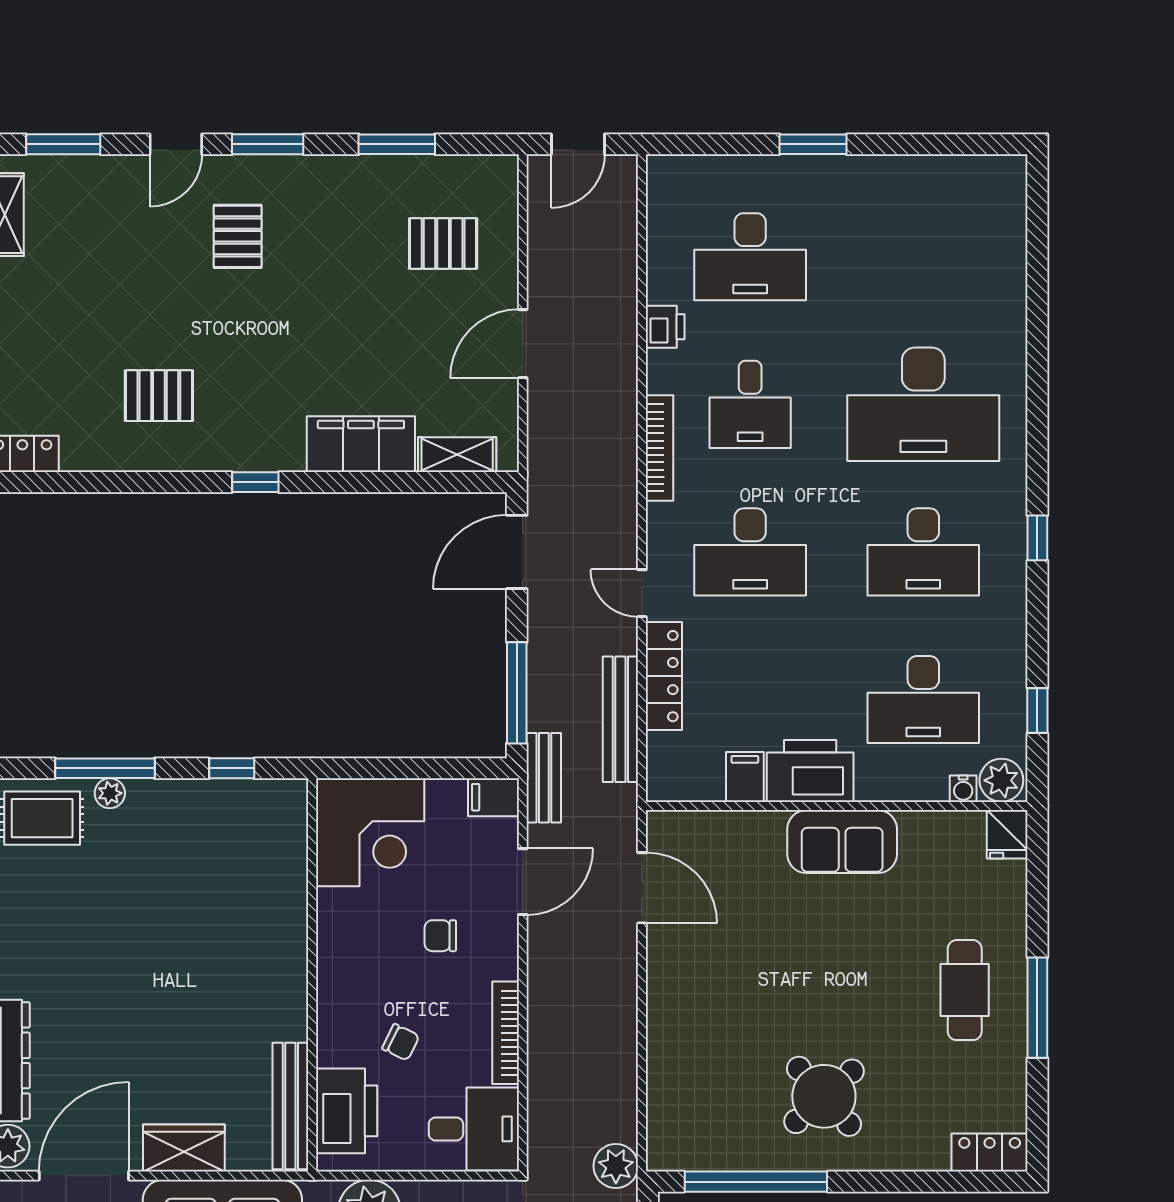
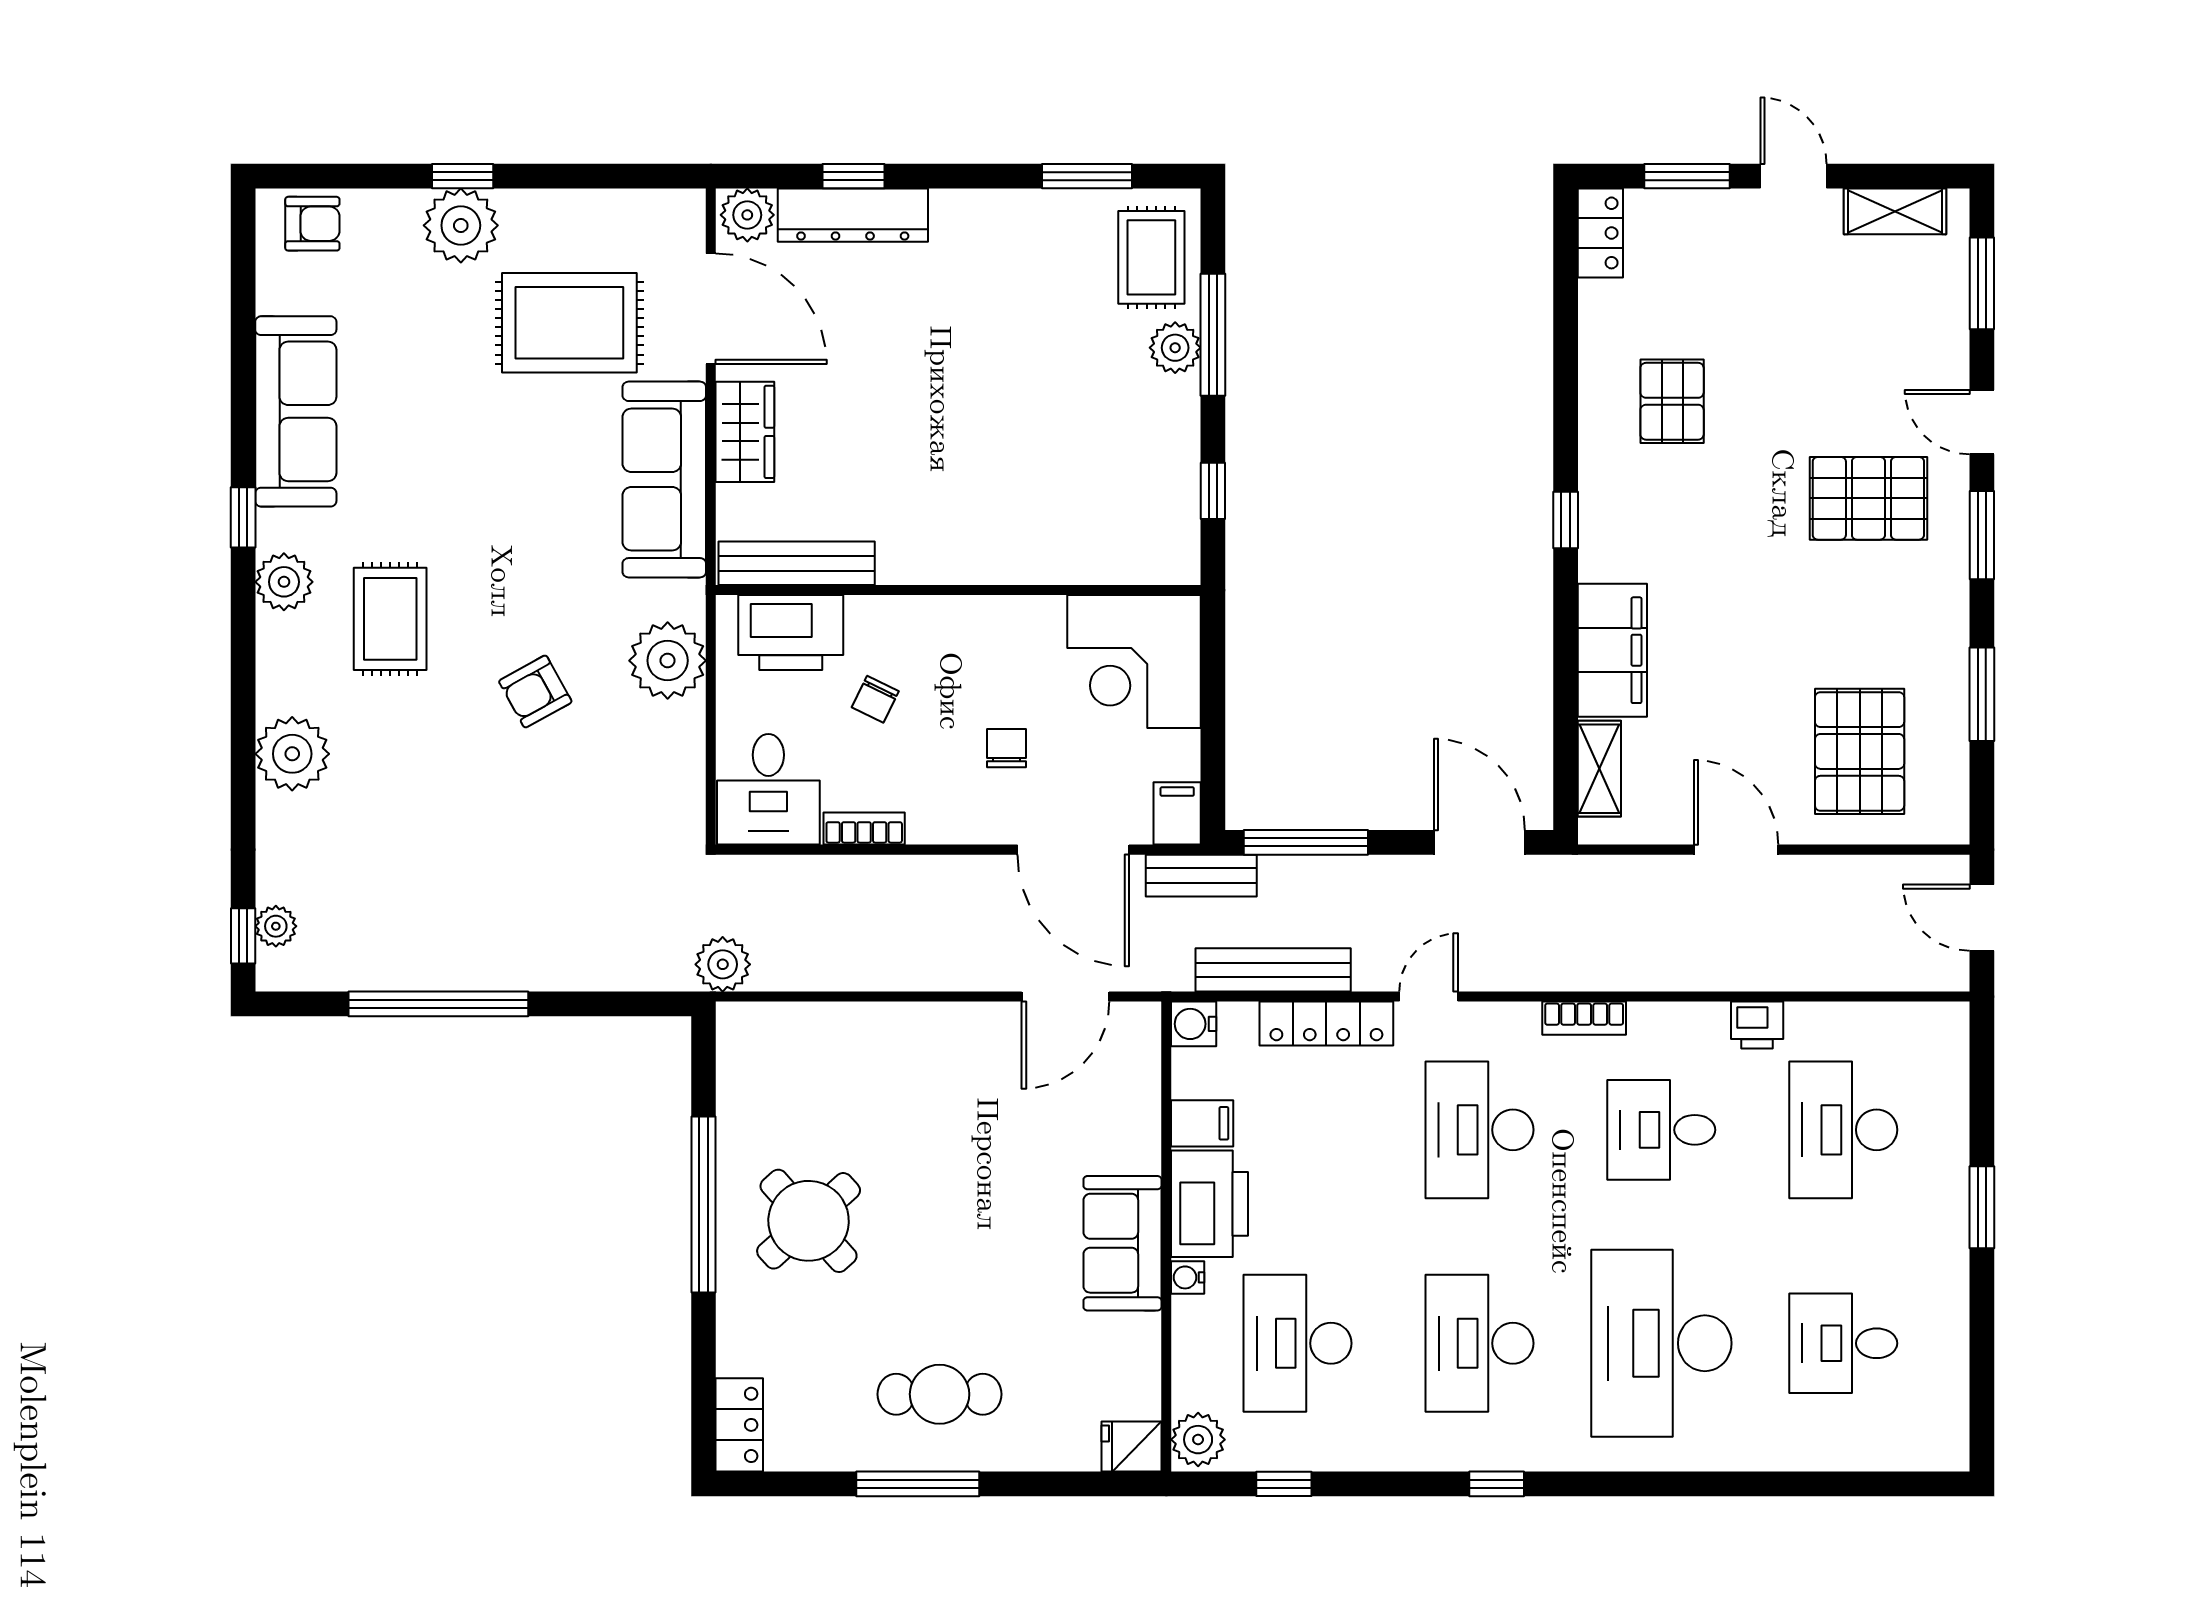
pallet: (238, 236) -> (1868, 498), width x1.50, depth x1.42
pallet: (443, 243) -> (1860, 751), width x1.50, depth x1.42
desk: (923, 257) -> (1843, 1343), added
bookcase: (659, 448) -> (1584, 1018), width x0.64
water cooler: (664, 784) -> (1194, 1024), added
water cooler: (963, 789) -> (1188, 1277), moved
plant: (110, 793) -> (1175, 348), width x1.38, depth x1.38
door: (523, 882) -> (1073, 850), width x1.36
bookcase: (506, 1033) -> (864, 829), width x0.64
window: (756, 1182) -> (703, 1205), moved

